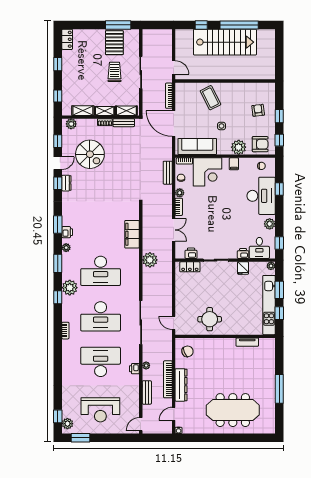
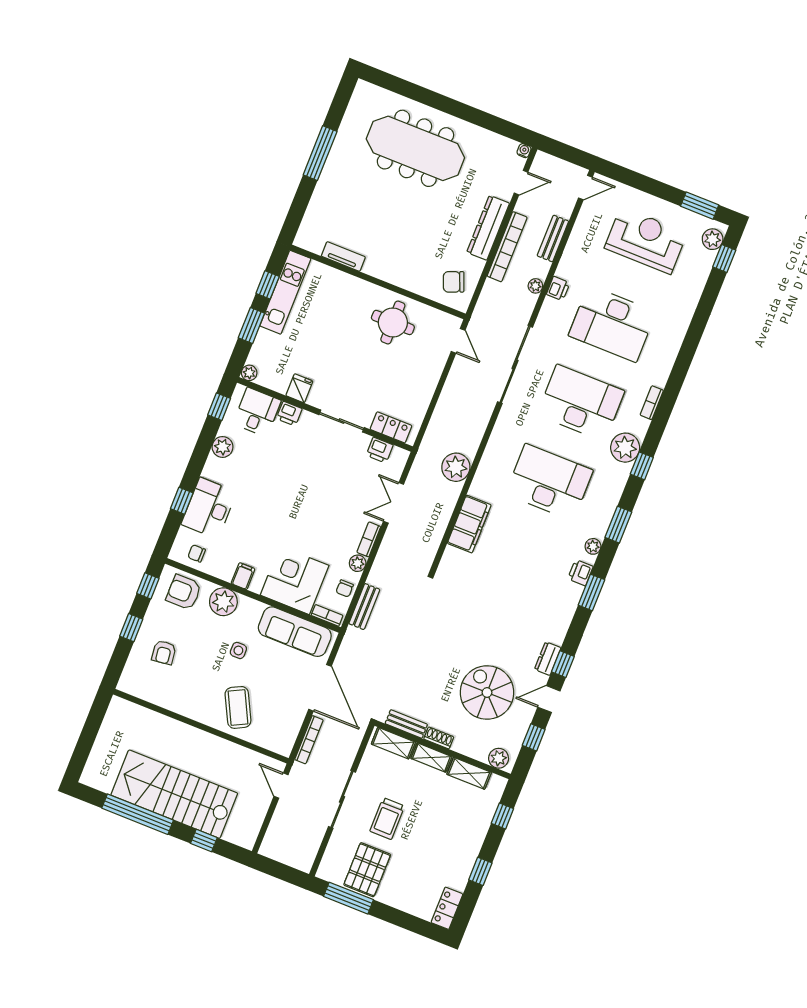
desk: (261, 196) -> (209, 508), width x0.73, depth x0.77
plant: (70, 288) -> (625, 448), moved
kitchen unit: (269, 305) -> (285, 292), width x0.73

